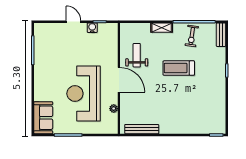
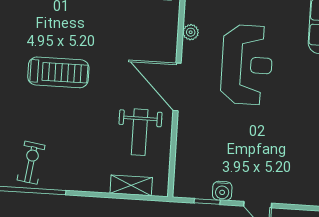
shelving: (162, 28) -> (131, 185), moved
treadmill: (179, 68) -> (58, 72), moved
reception desk: (84, 94) -> (247, 65), width x0.74, depth x0.77

